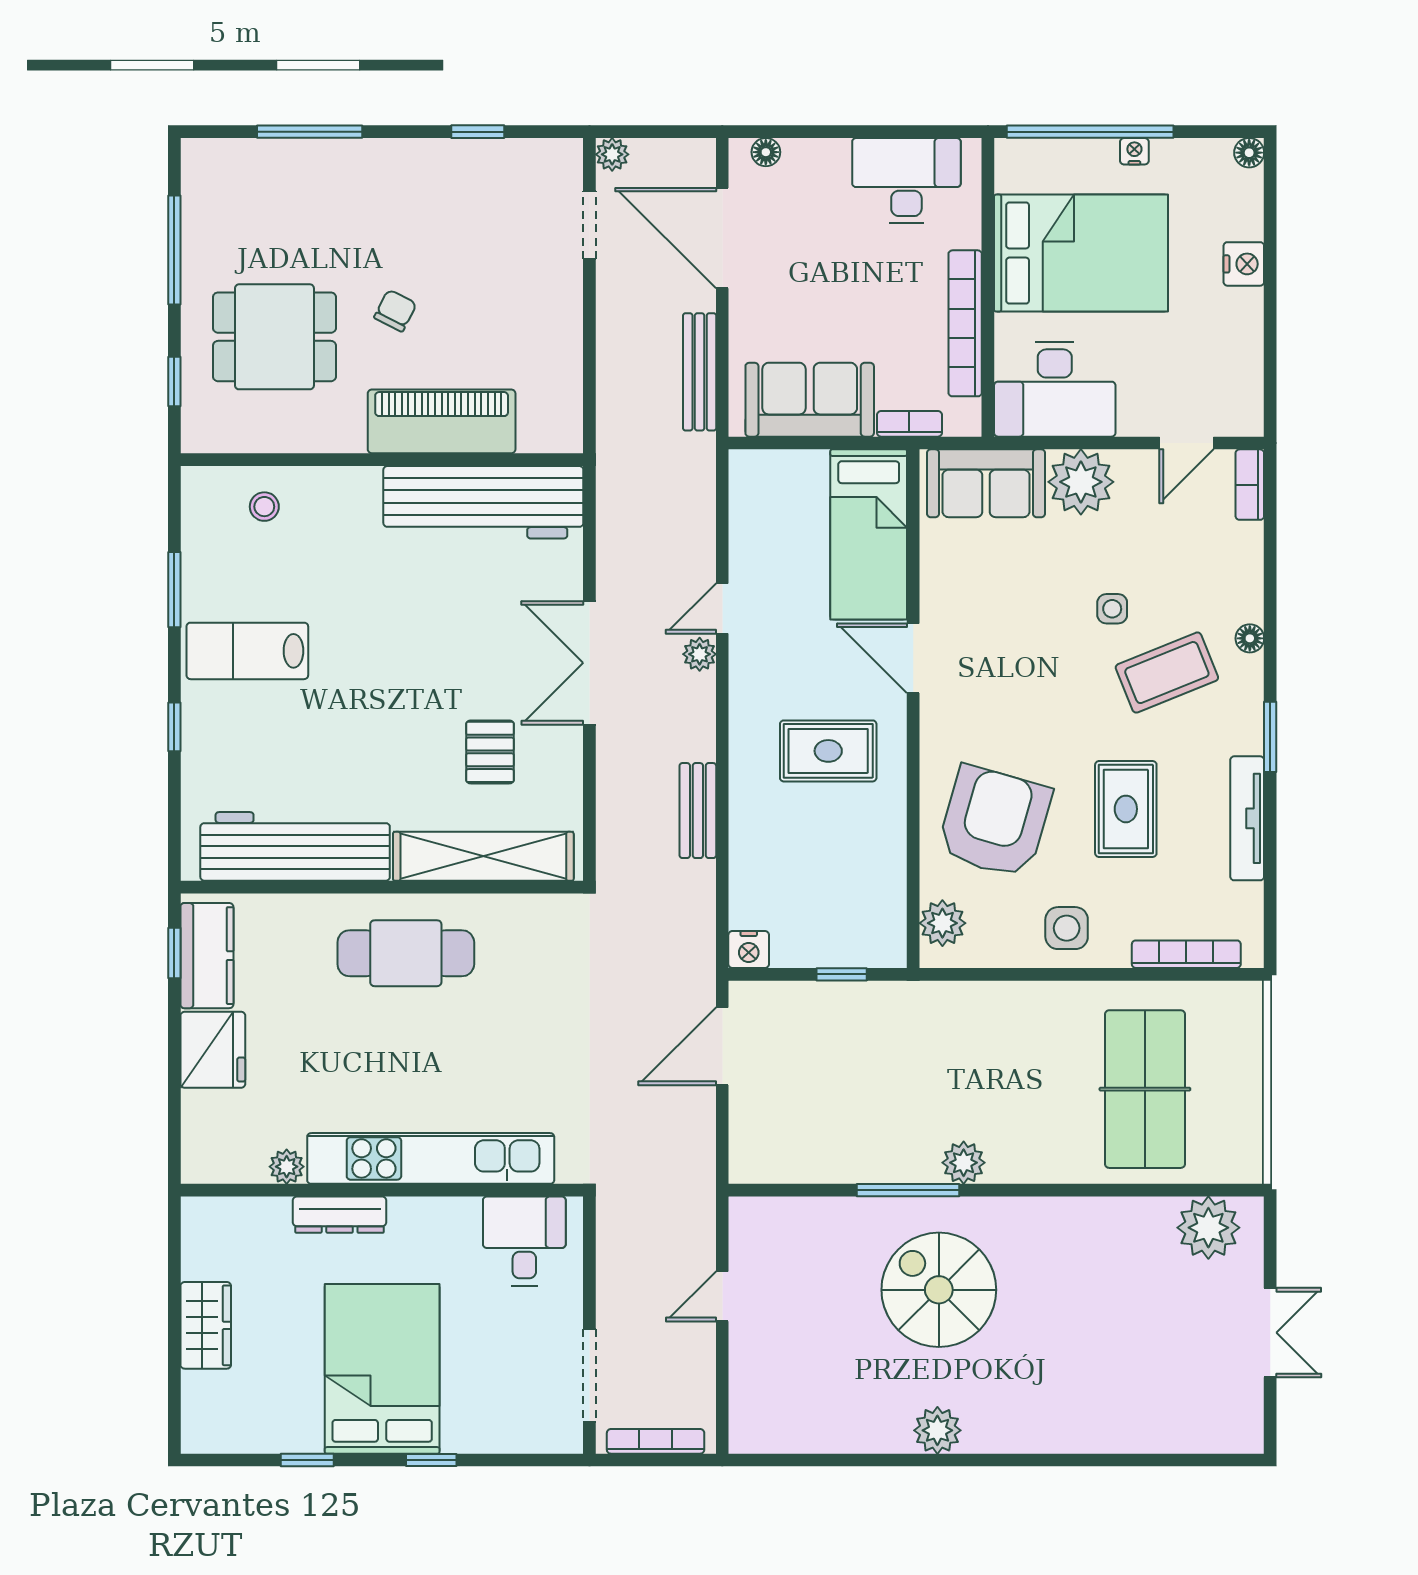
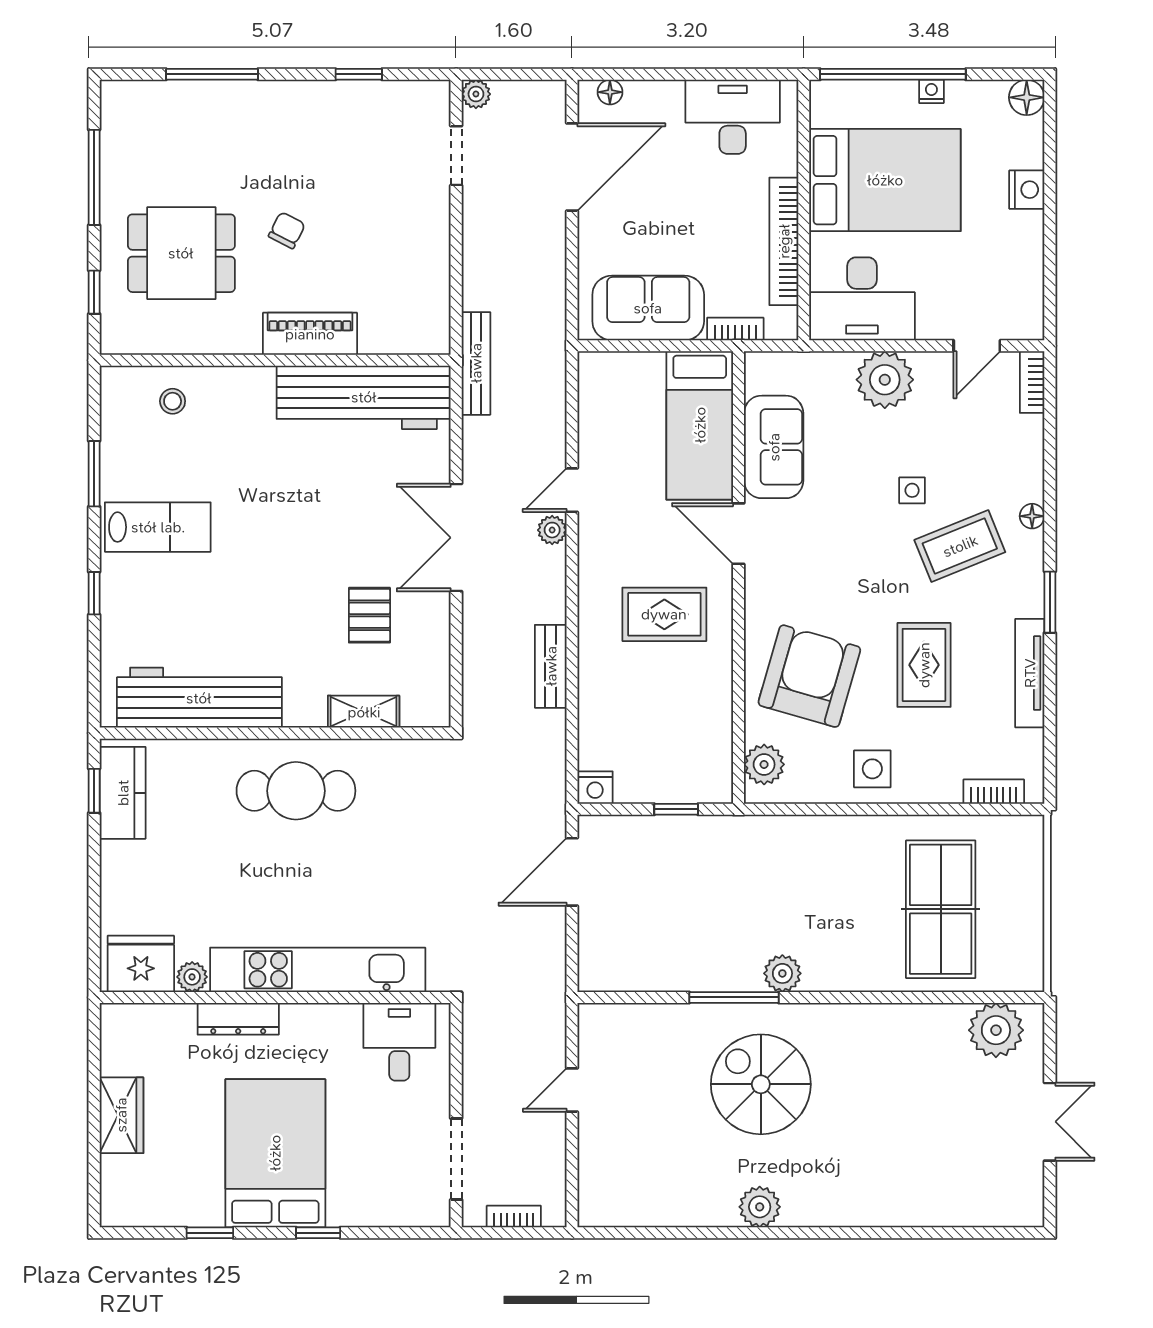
floor lamp: (1249, 153) -> (1027, 97), width x1.37, depth x1.37
door: (722, 238) -> (572, 167), swing flipped
bench: (700, 372) -> (476, 363), moved
piano: (442, 421) -> (310, 334), width x0.73, depth x0.75
sofa: (986, 483) -> (774, 447), moved, turned -90
lab bench: (247, 651) -> (158, 527), turned 180
shelving: (483, 856) -> (364, 712), width x0.45, depth x0.75
bookcase: (1186, 954) -> (994, 792), width x0.64
fridge: (213, 1050) -> (141, 964), moved, turned -90
bookcase: (656, 1441) -> (514, 1217), width x0.64

